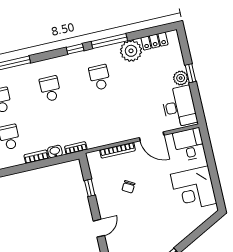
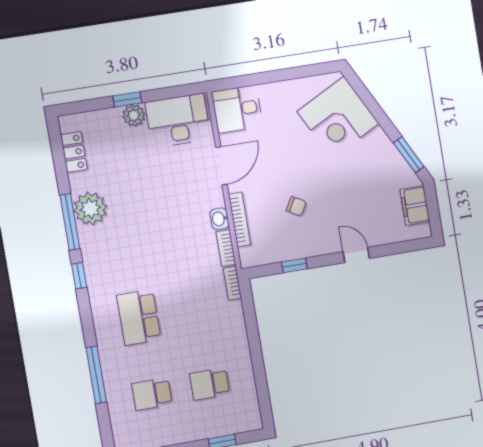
plant: (131, 51) -> (90, 209), moved
school desk: (100, 77) -> (126, 240), removed
school desk: (50, 89) -> (139, 317), width x1.85
washbasin: (55, 151) -> (219, 219), moved
bookcase: (36, 157) -> (226, 248), moved
corner desk: (194, 189) -> (338, 118), moved, turned 63

